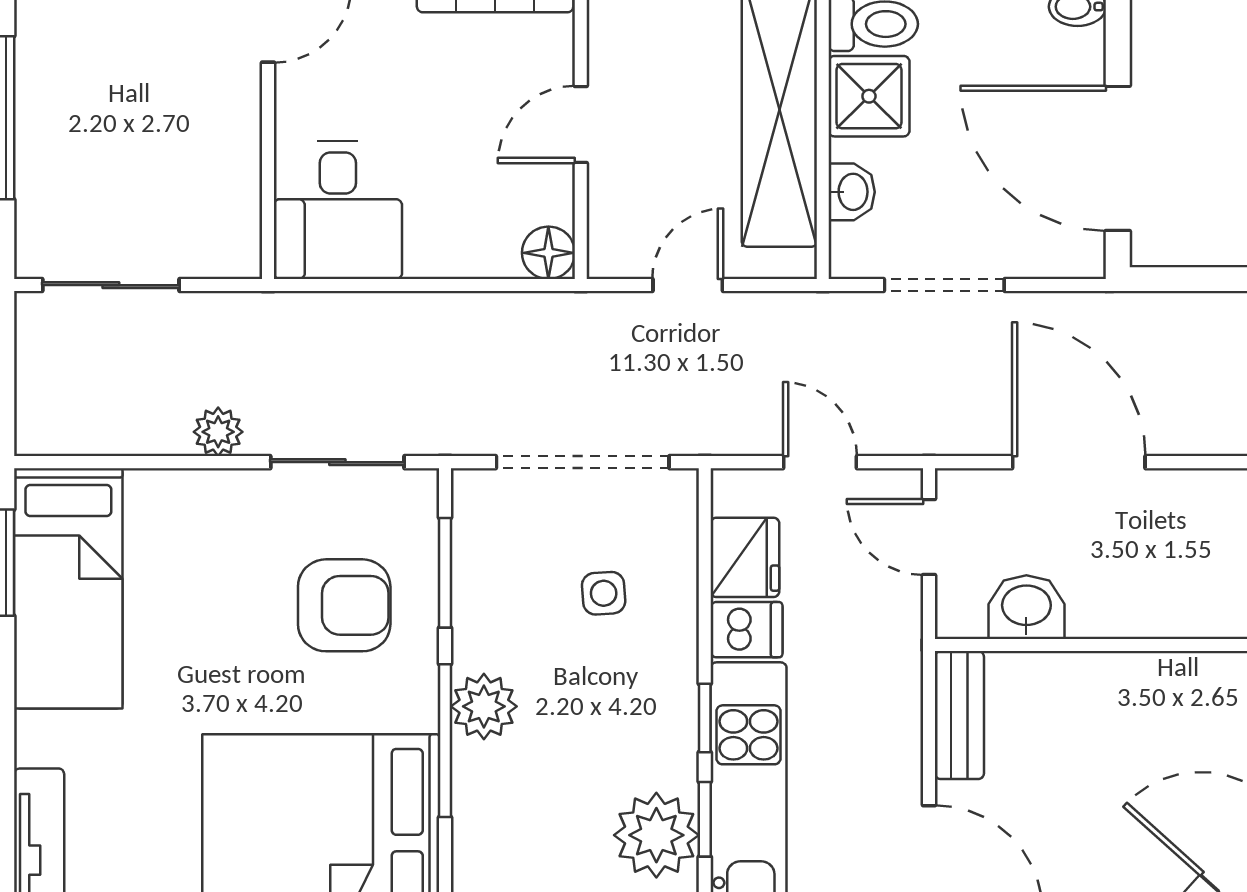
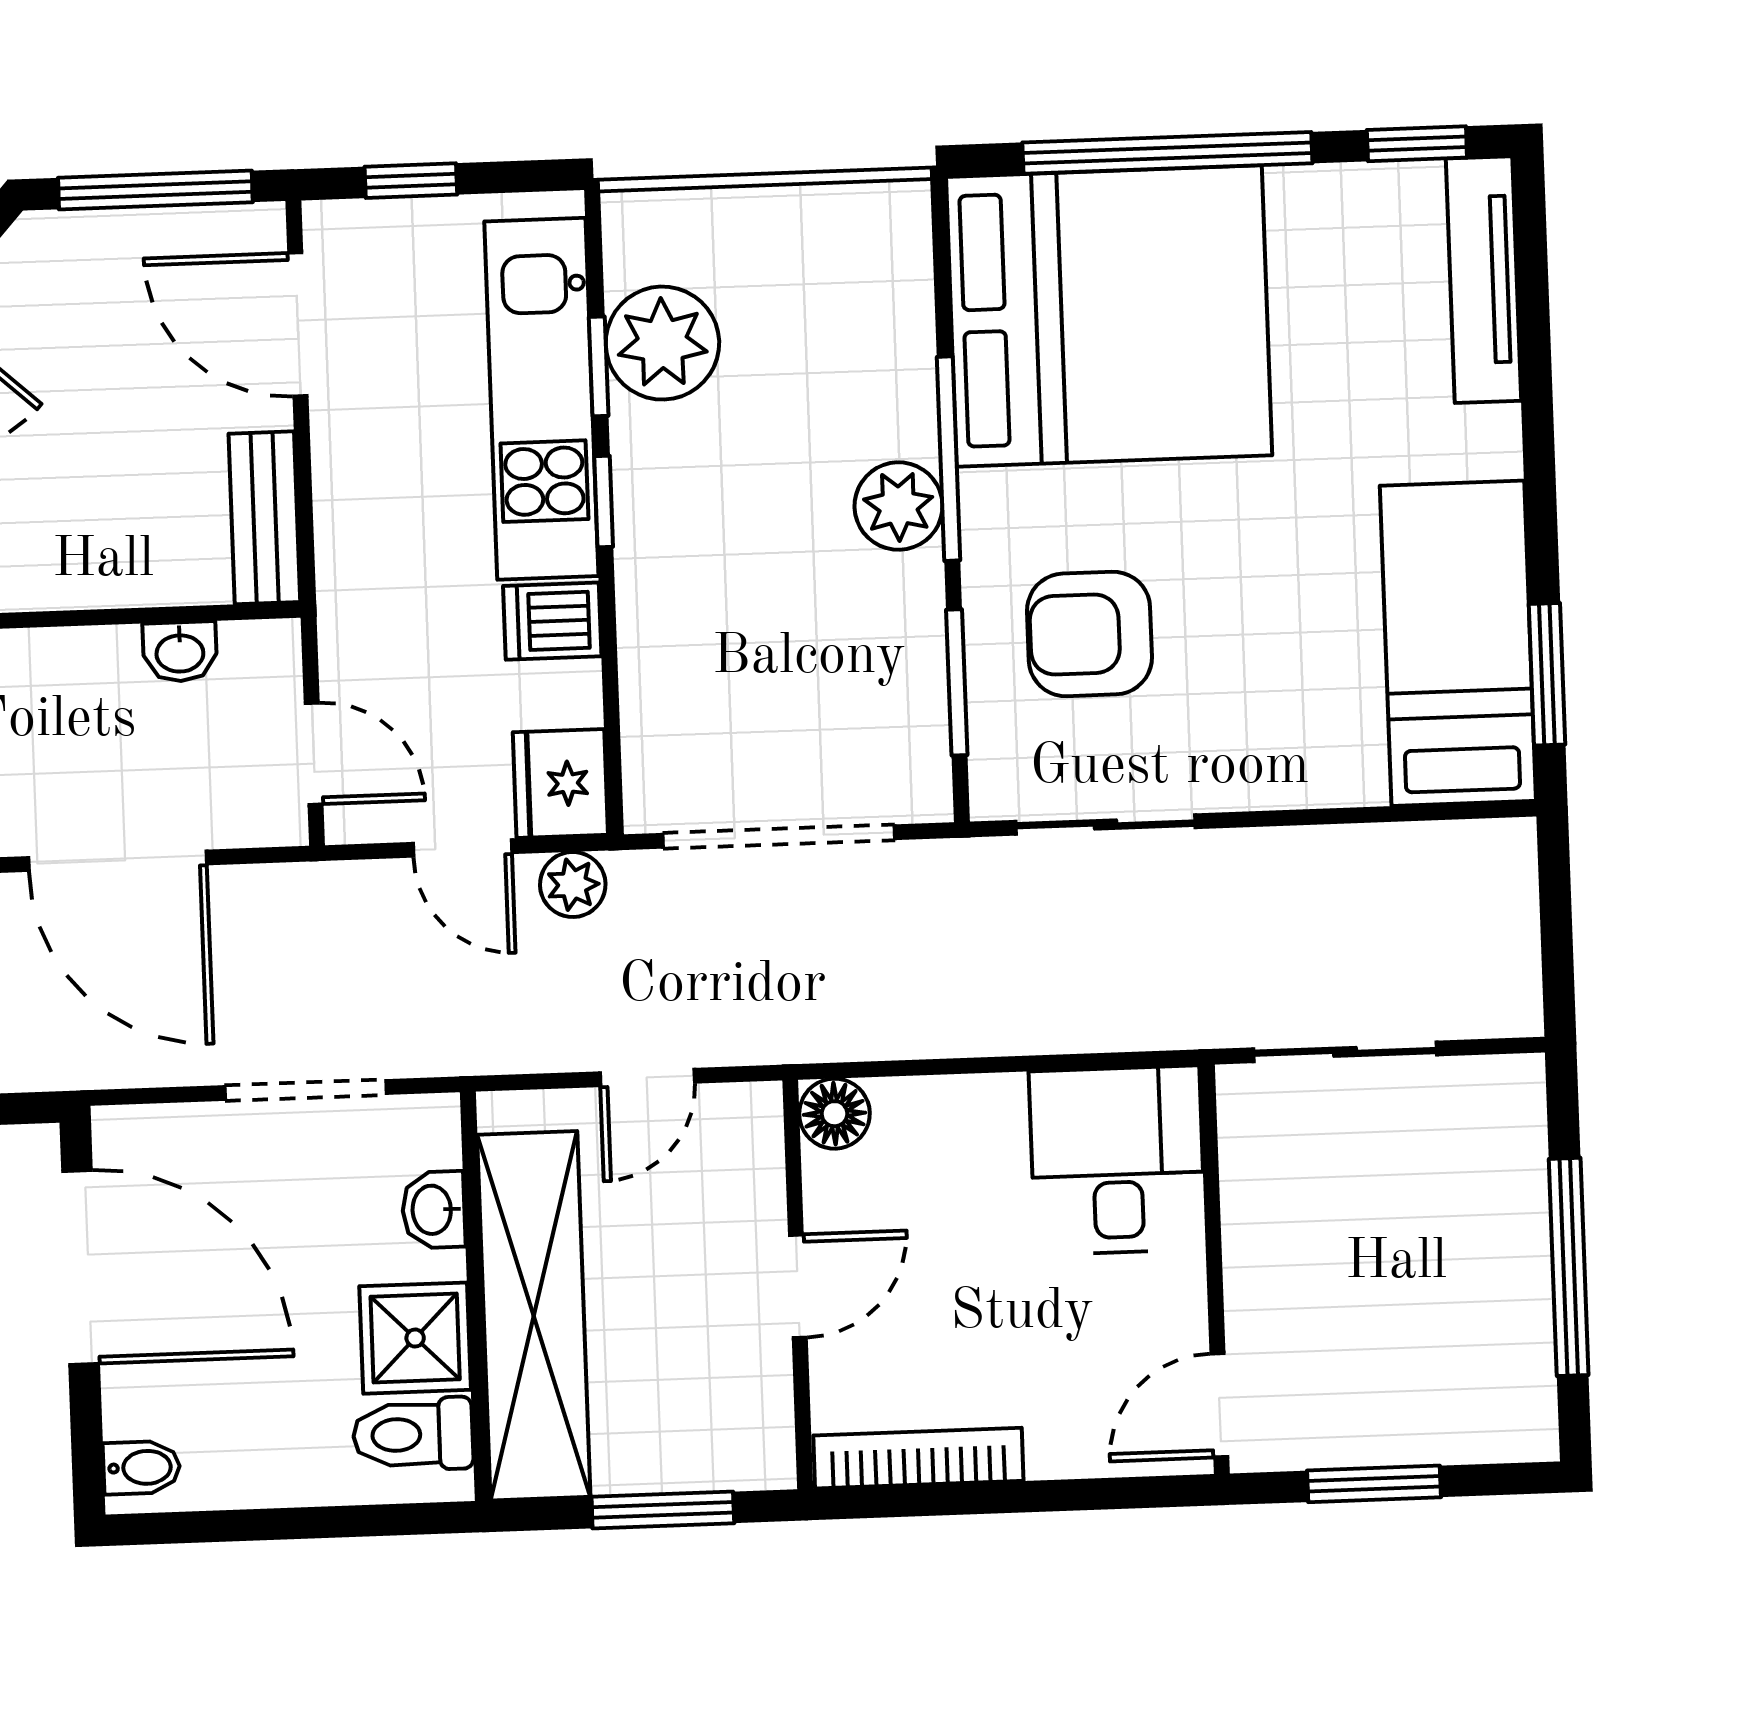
sliding door: (111, 285) -> (1345, 1052), moved
plant: (218, 432) -> (573, 885), moved
fridge: (745, 557) -> (560, 783), moved
side table: (604, 593) -> (744, 663), removed
washbasin: (1026, 607) -> (180, 652), width x0.72, depth x0.69

